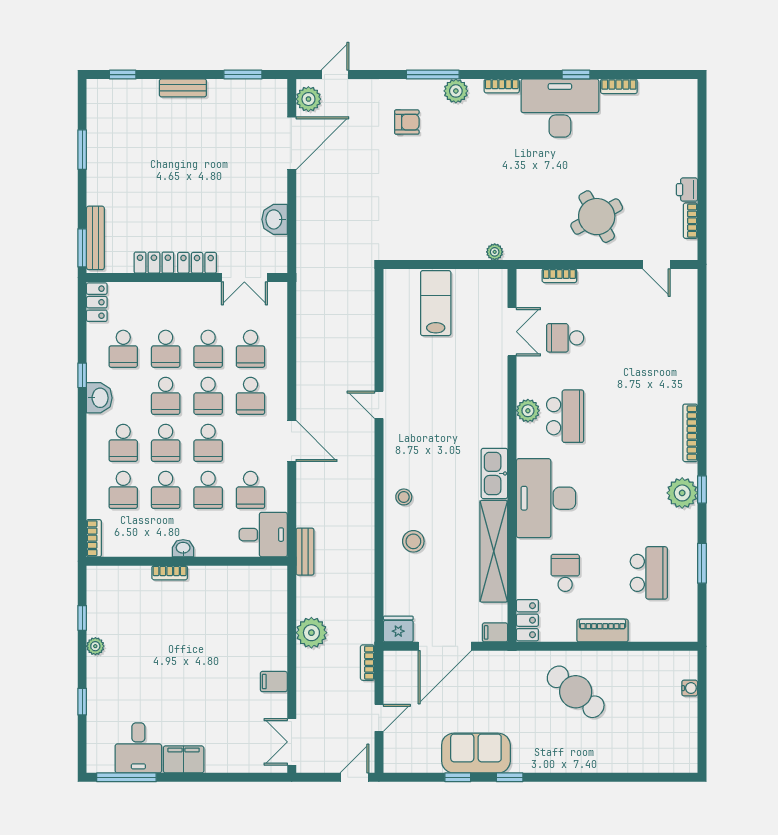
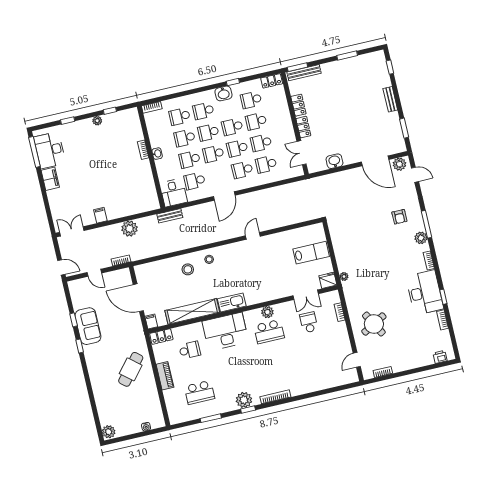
printer: (687, 190) -> (440, 357), moved
fridge: (398, 629) -> (328, 280), moved, turned -90
desk: (138, 748) -> (50, 150), width x1.37
plant: (683, 760) -> (109, 432), added

